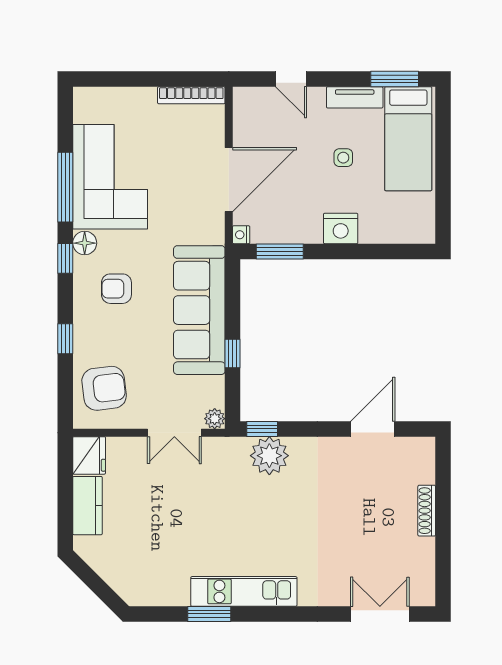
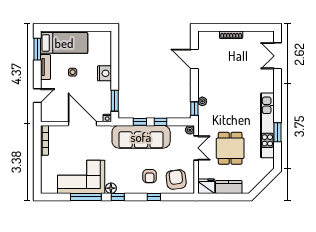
armchair: (116, 289) -> (150, 176), moved
window: (233, 307) -> (140, 122), added
plant: (269, 456) -> (202, 101), width x0.53, depth x0.53
dining table: (174, 509) -> (230, 148), added
kitchen unit: (244, 591) -> (267, 125), width x1.36

